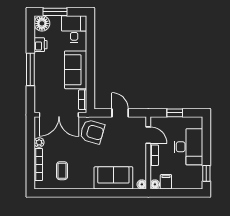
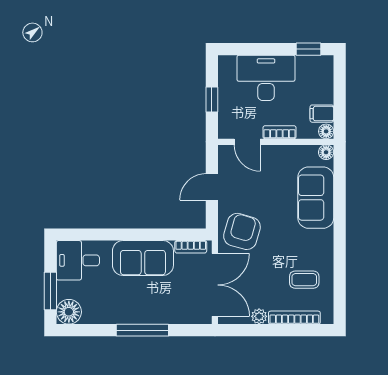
printer: (41, 45) -> (103, 314), removed
door: (148, 135) -> (247, 142), swing flipped

